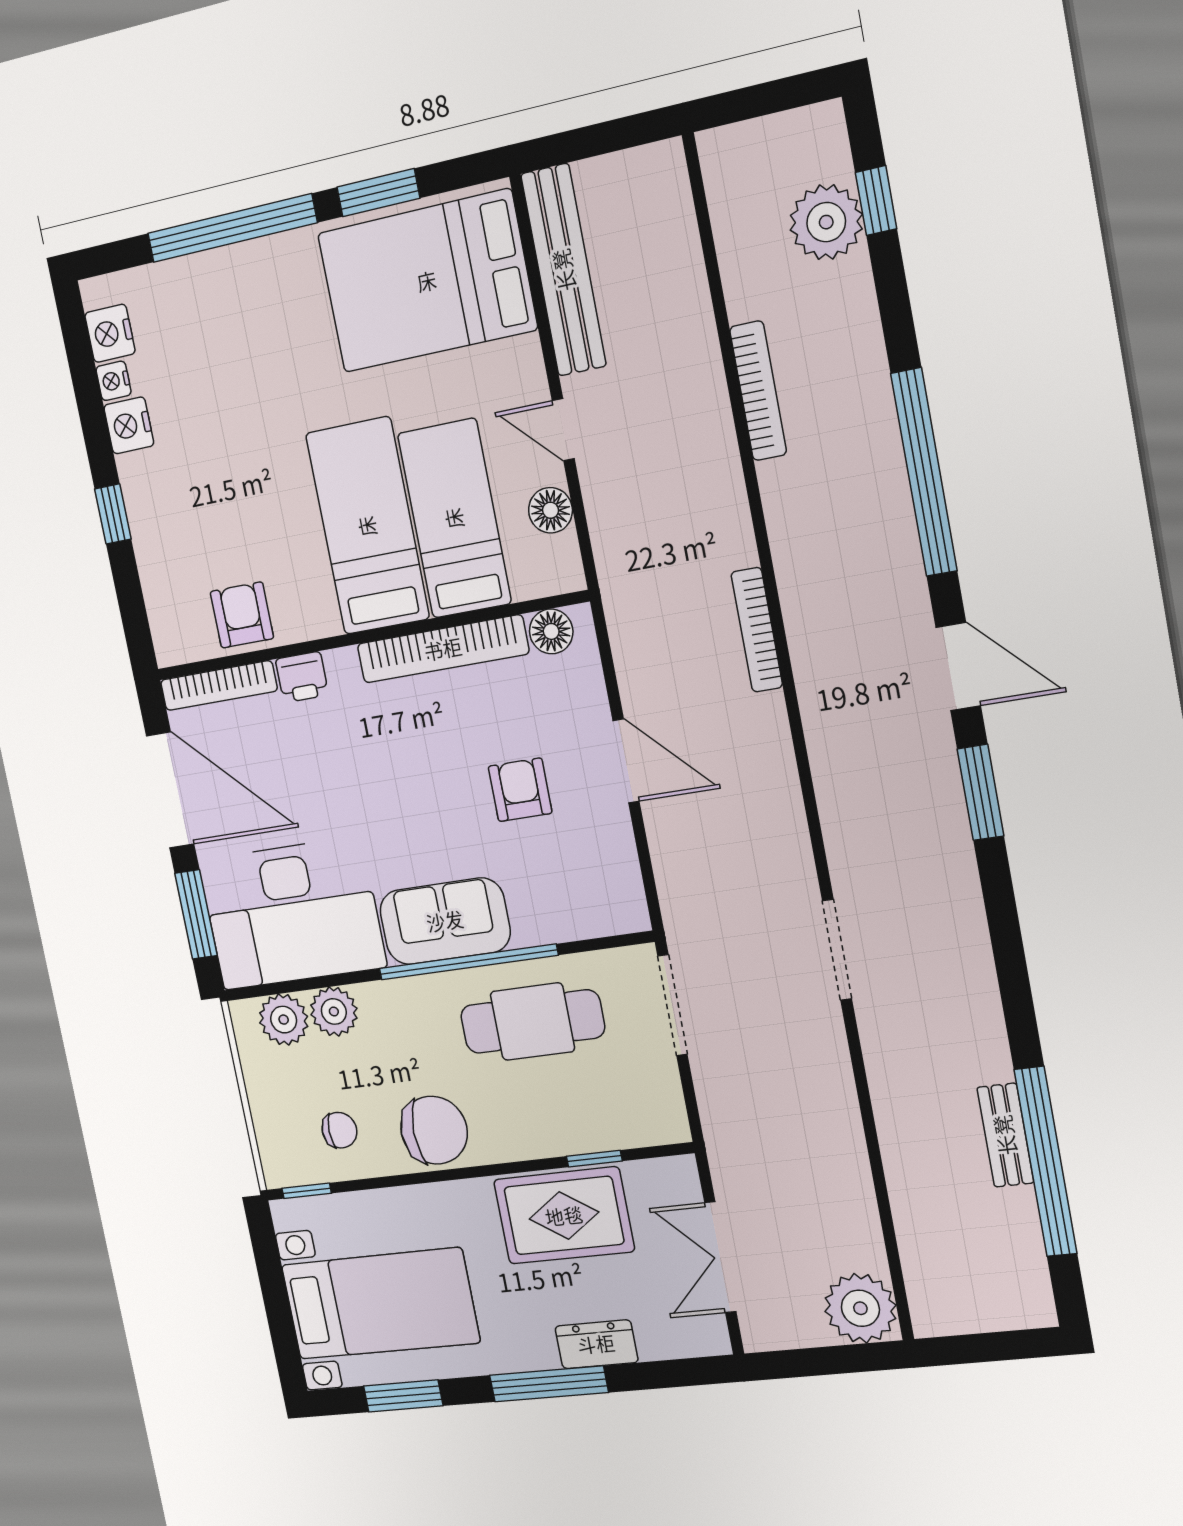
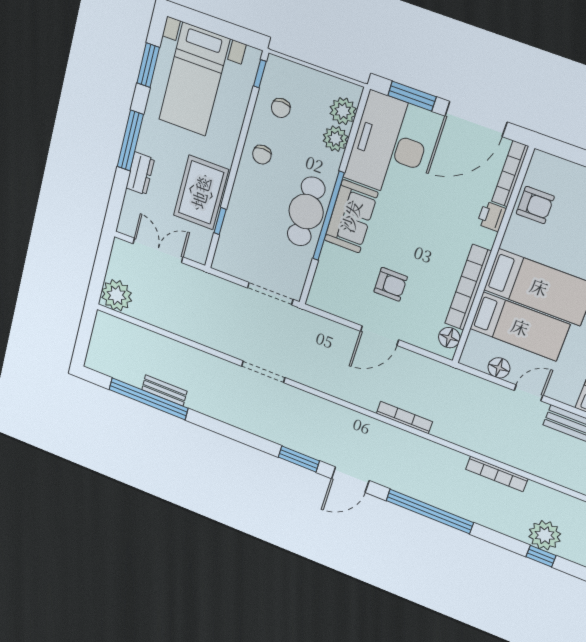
cafe table: (532, 1022) -> (306, 212), moved
chair: (434, 1130) -> (262, 155), width x0.54, depth x0.54

